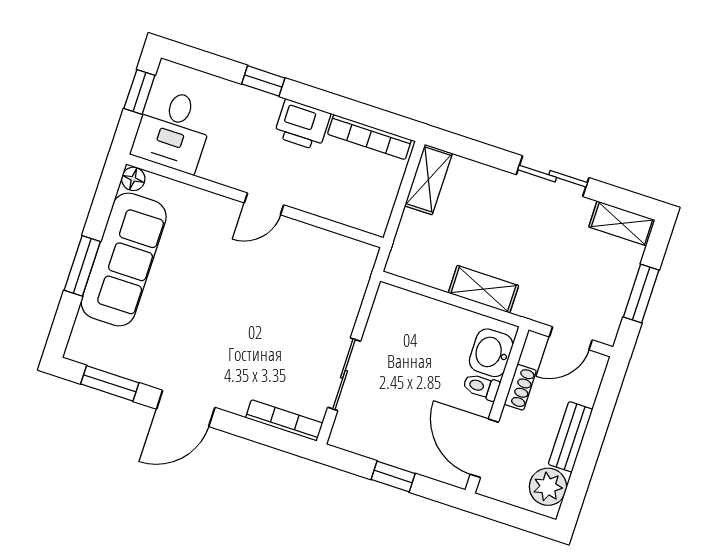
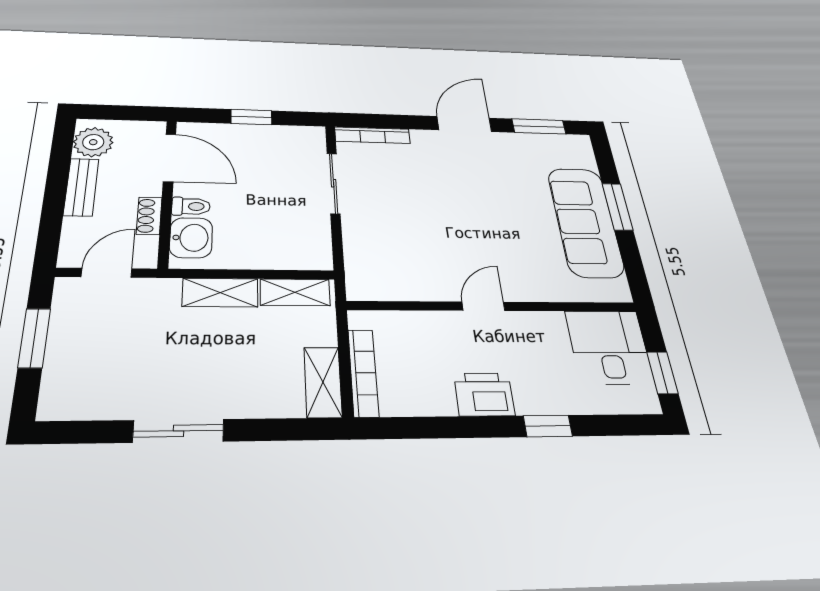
bookcase: (369, 137) -> (363, 373), moved, turned 90
floor lamp: (133, 179) -> (619, 291), removed
shelving: (622, 223) -> (295, 292), moved

